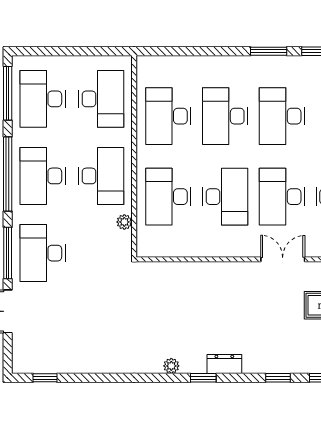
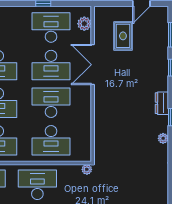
plant: (124, 222) -> (87, 169), moved
double door: (283, 259) -> (93, 65), width x1.37

